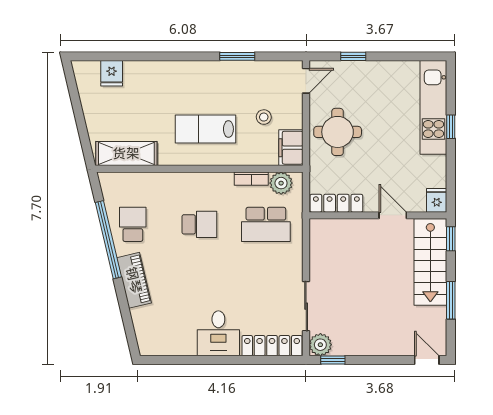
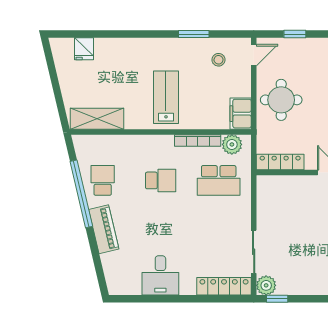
stool: (264, 117) -> (219, 60), moved
lab bench: (205, 129) -> (166, 97), turned 90
bookcase: (251, 179) -> (198, 141), width x1.56
desk: (218, 333) -> (160, 275), moved

